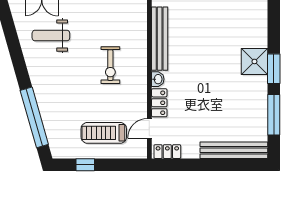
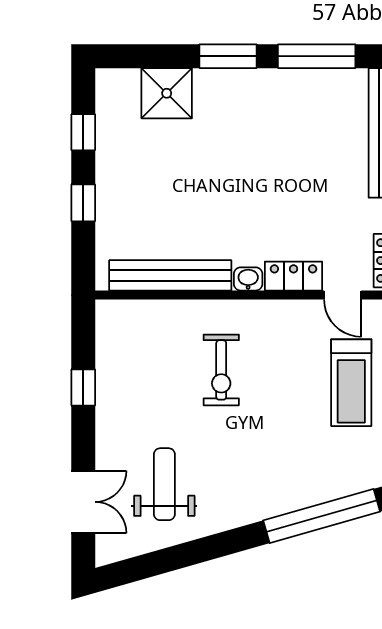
weight bench: (51, 36) -> (164, 484), turned 180
shower: (254, 61) -> (167, 93), moved
exercise bike: (110, 65) -> (221, 370), turned 90

